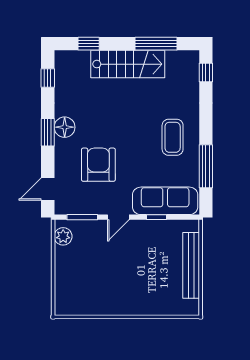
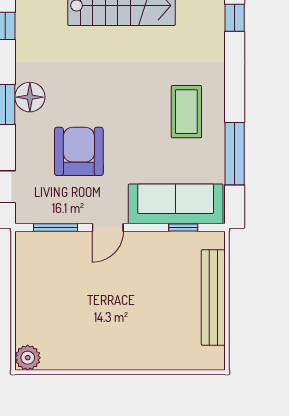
window: (157, 217) -> (183, 228), moved
plant: (63, 236) -> (28, 358), moved

